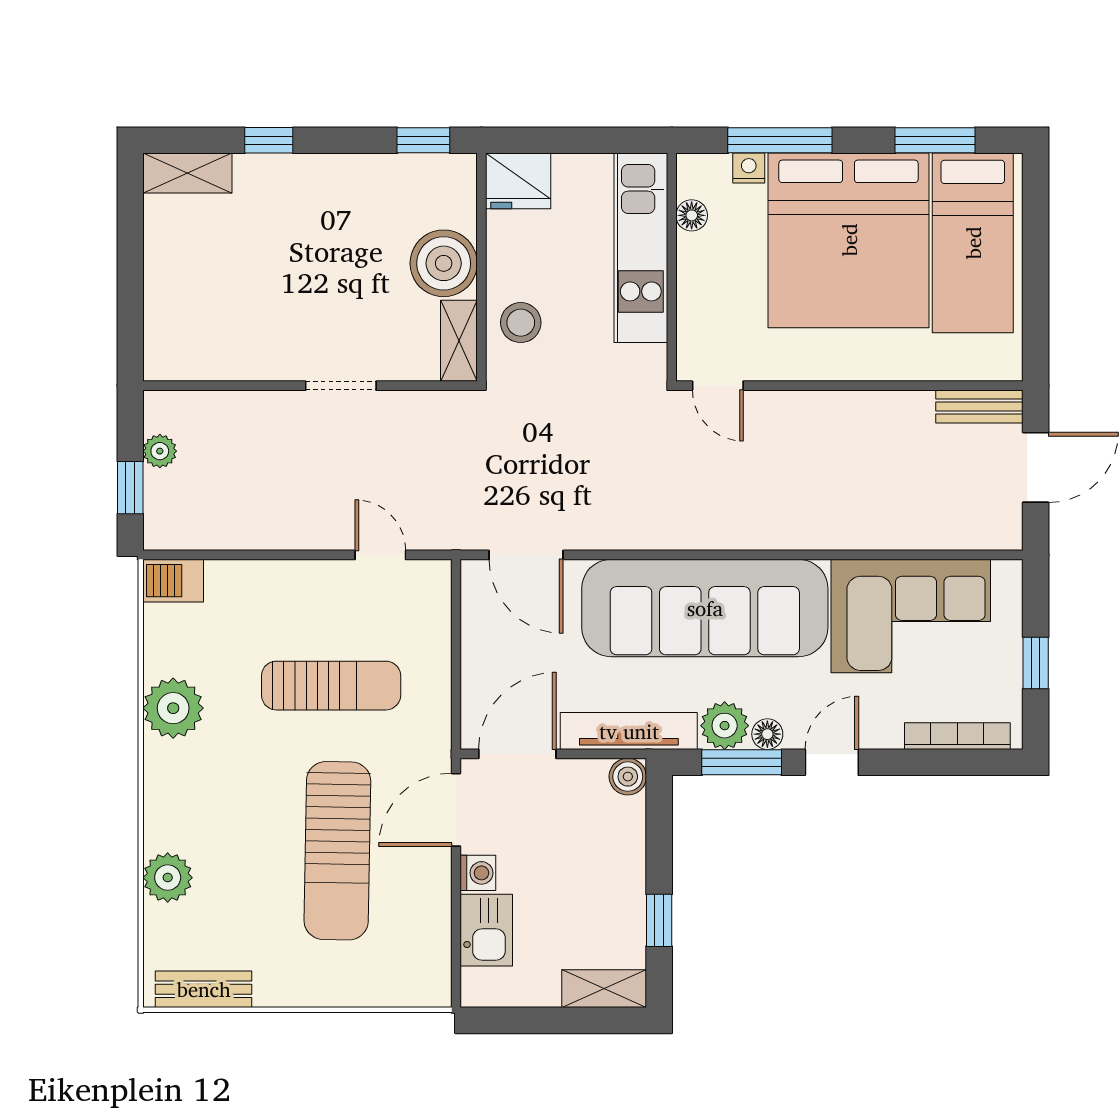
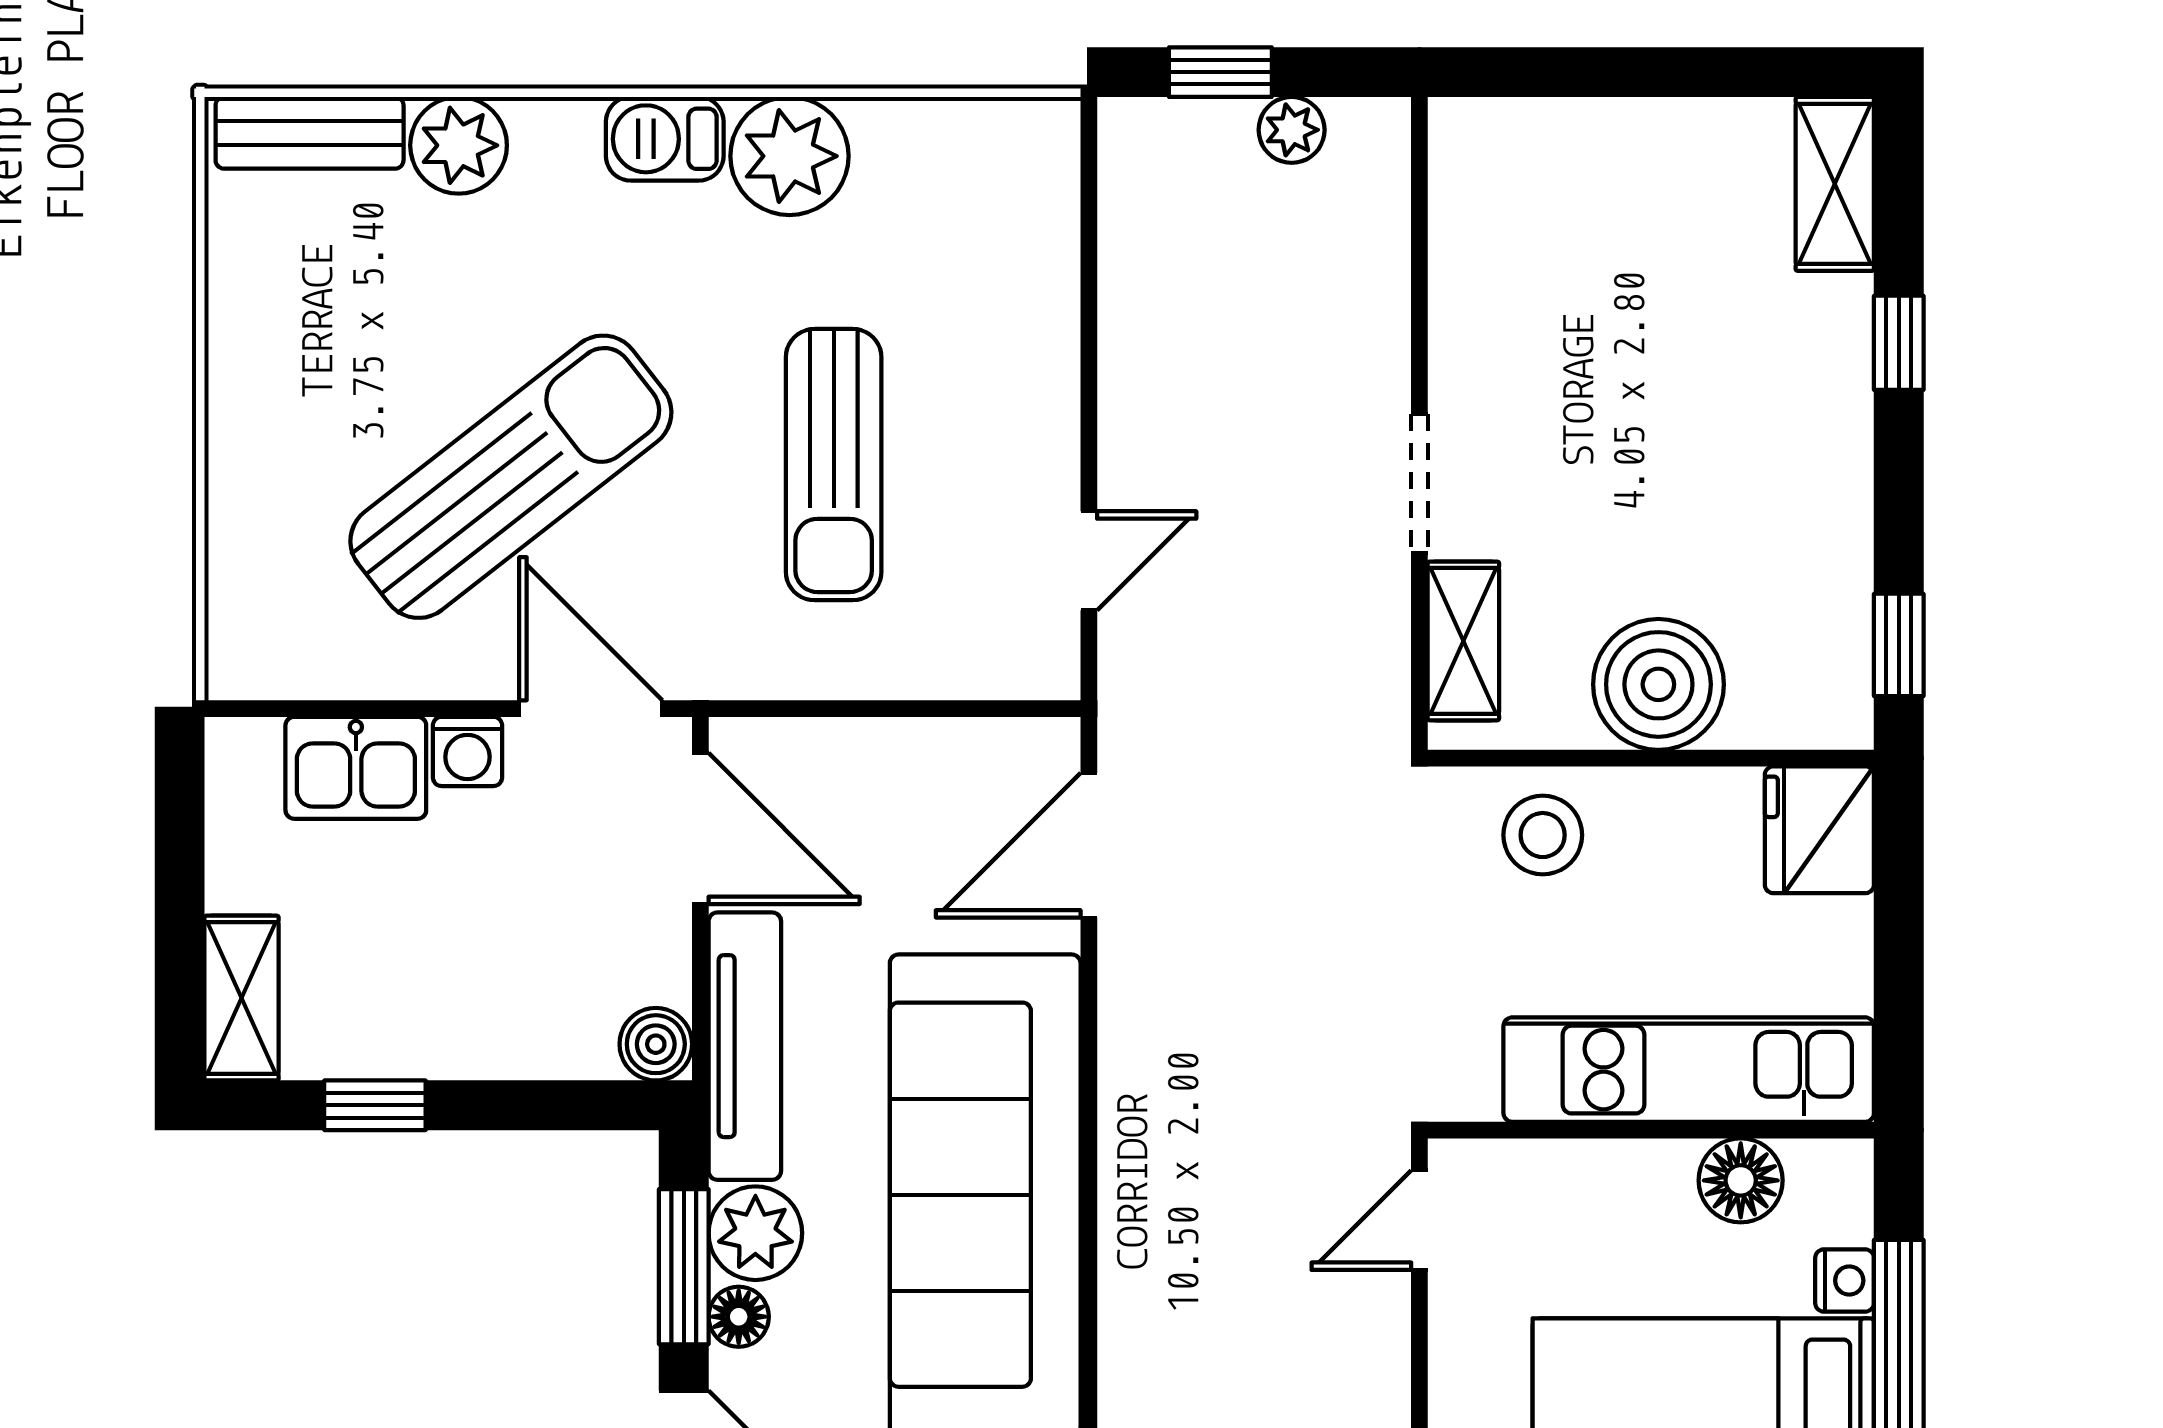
floor lamp: (692, 215) -> (1741, 1180), width x1.37, depth x1.37
shelving: (459, 341) -> (1463, 641), moved, turned 90
barbecue: (173, 581) -> (665, 139), moved, turned -90
sun lounger: (337, 851) -> (511, 477), turned 141
bench: (204, 989) -> (310, 133), moved, turned 90

